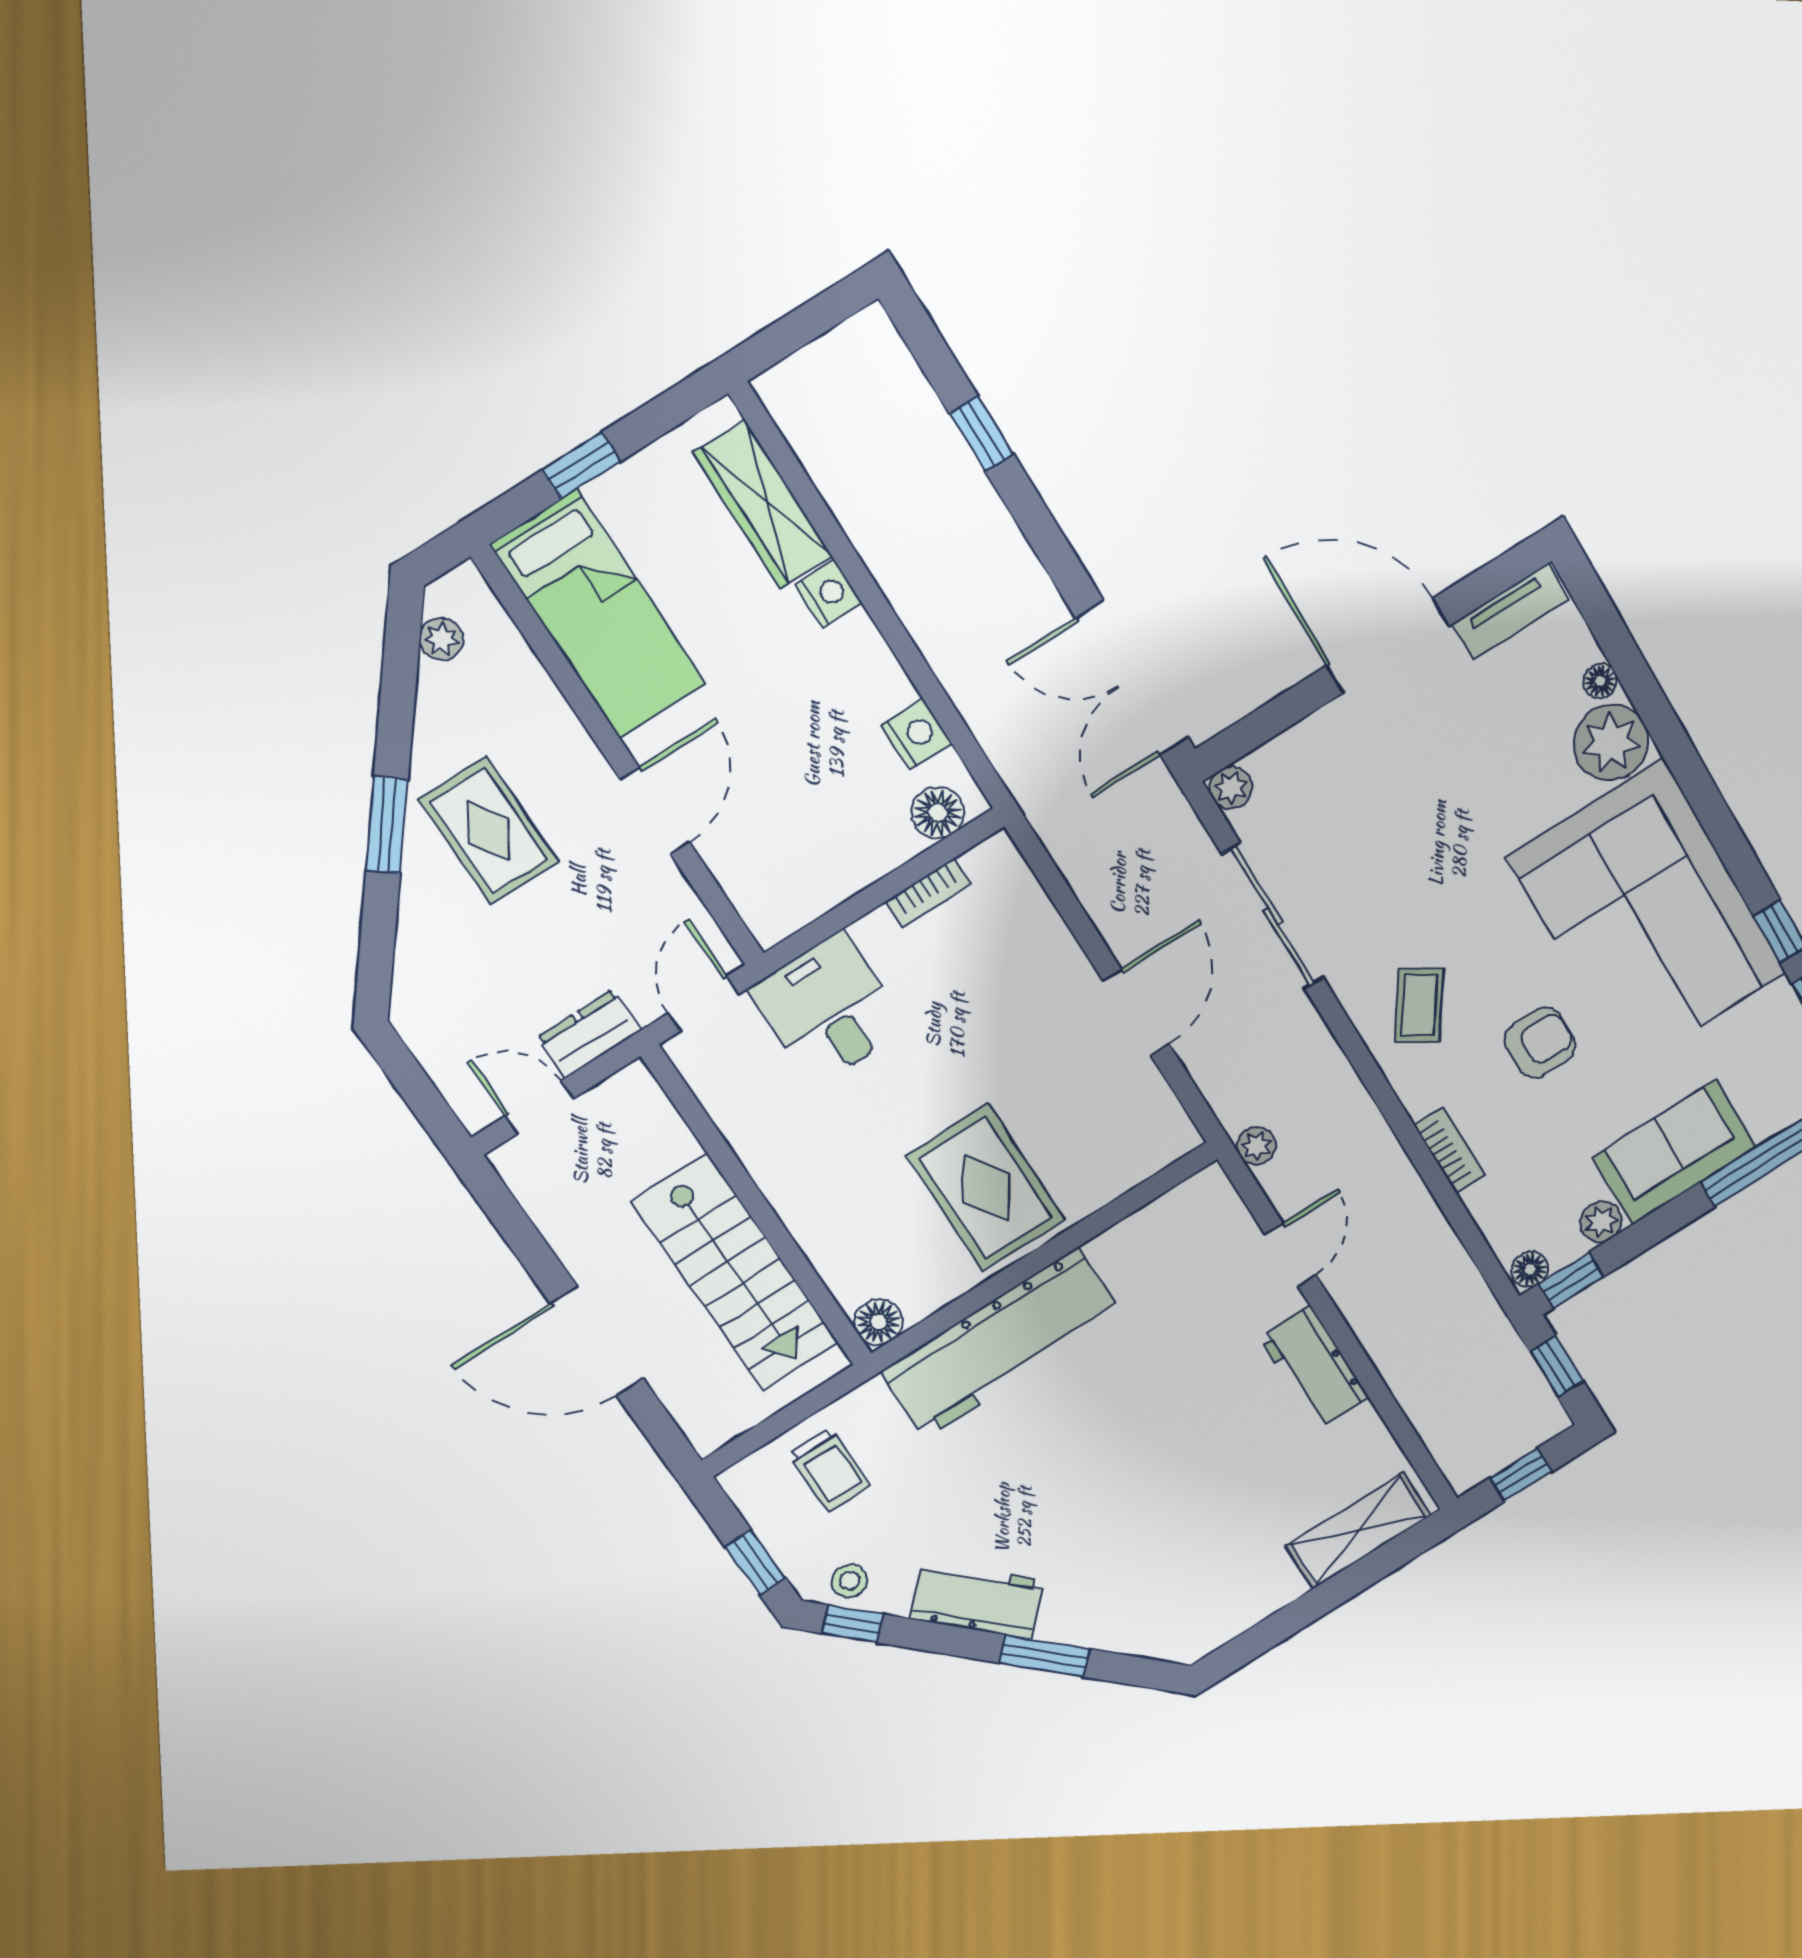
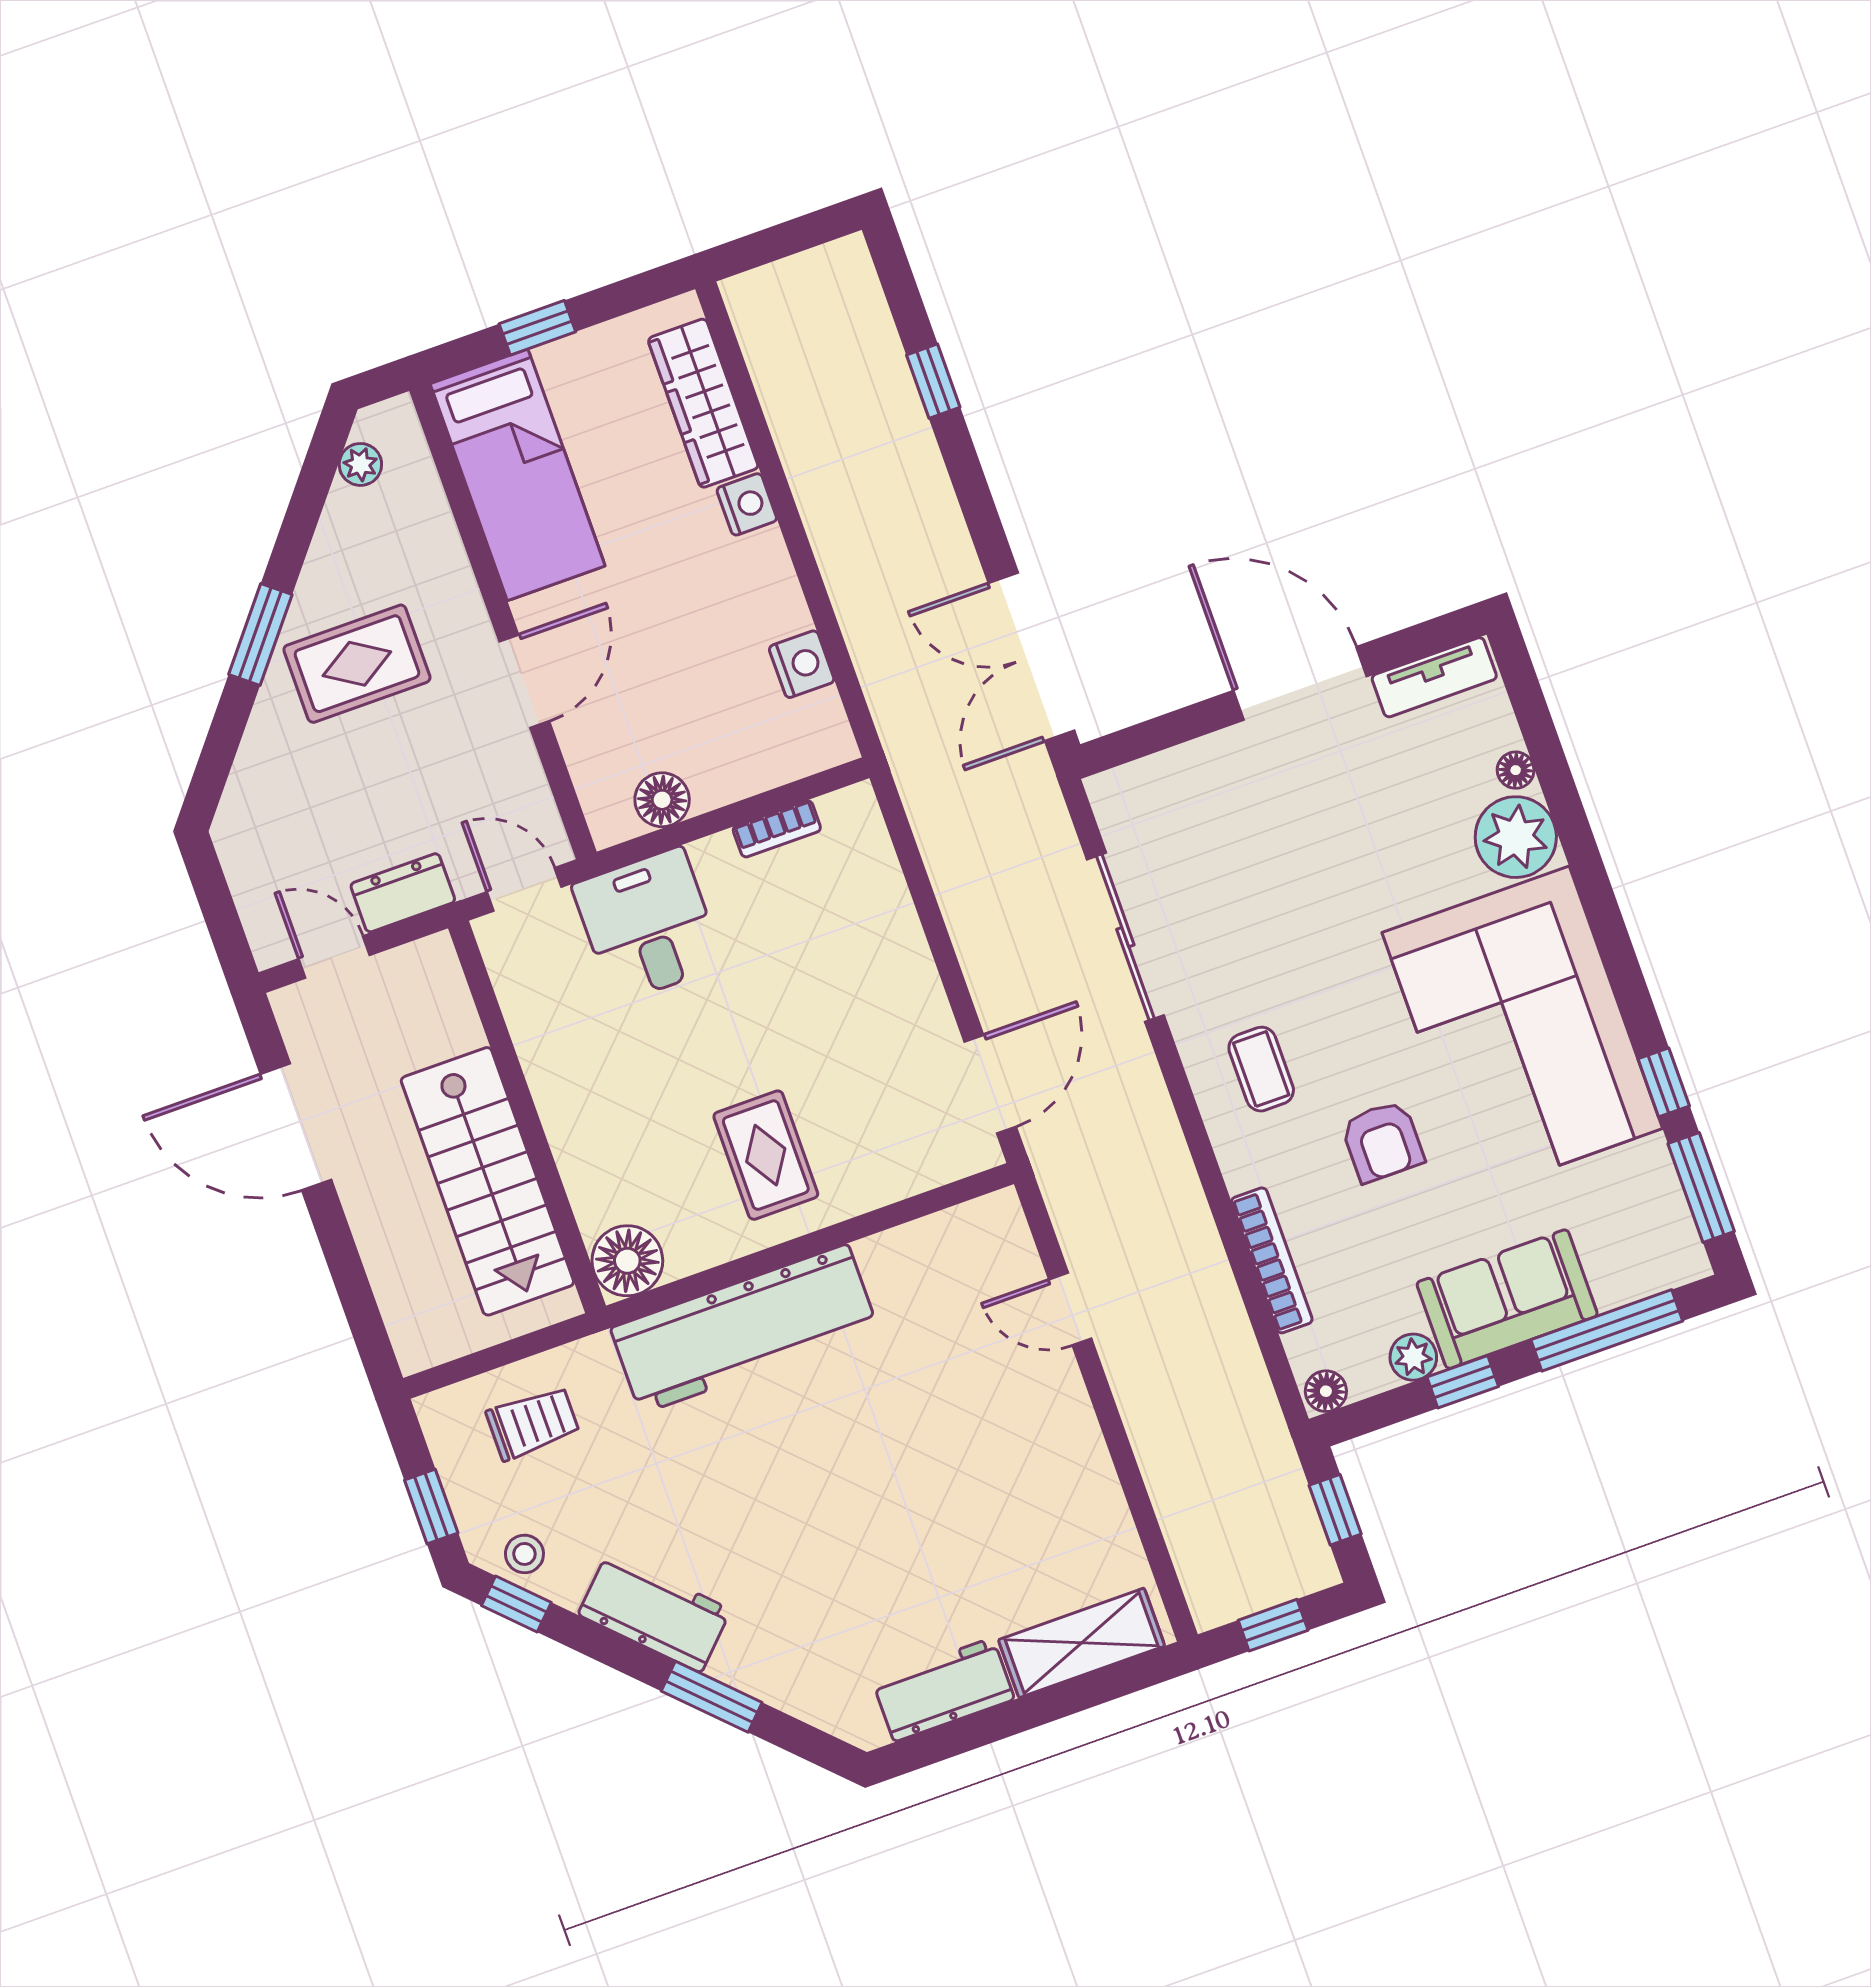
plant: (1231, 788) -> (1109, 793), removed
floor lamp: (938, 813) -> (662, 800), moved
rug: (489, 831) -> (357, 664), turned 90
door: (703, 1004) -> (524, 889), hinge flipped
coffee table: (1419, 1005) -> (1261, 1069), turned -34
door: (1136, 1013) -> (990, 1084), moved
armchair: (1540, 1043) -> (1382, 1141), turned 90
plant: (1256, 1146) -> (1058, 1180), removed
bookcase: (1449, 1150) -> (1272, 1260), width x1.56
rug: (986, 1188) -> (766, 1155), width x0.73, depth x0.70
door: (1290, 1255) -> (1070, 1309), swing flipped
window: (1571, 1280) -> (1463, 1382), moved
floor lamp: (878, 1322) -> (627, 1261), width x1.38, depth x1.38
door: (597, 1341) -> (296, 1127), moved
workbench: (1314, 1367) -> (943, 1690), moved, turned 90
trolley: (829, 1470) -> (533, 1423), turned -90

